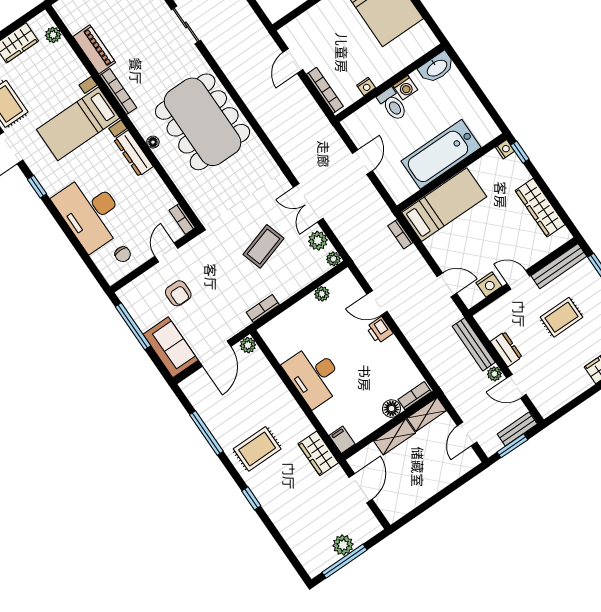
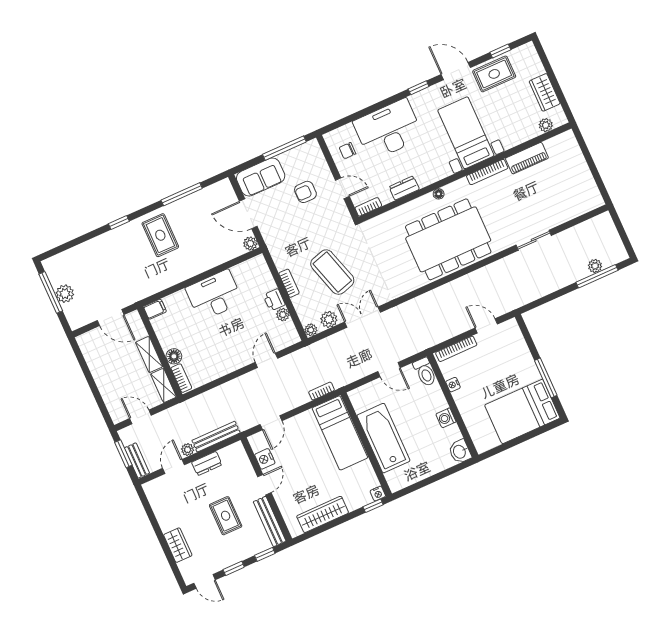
washbasin: (437, 68) -> (460, 452), width x0.72
toilet: (392, 104) -> (425, 372), moved, turned -90
dresser: (133, 153) -> (404, 188), moved, width x0.70
coffee table: (263, 246) -> (332, 272), width x1.36, depth x1.32
bookcase: (263, 309) -> (289, 283), moved
printer: (380, 330) -> (274, 300), moved, turned -90
wardrobe: (318, 453) -> (147, 287), removed

